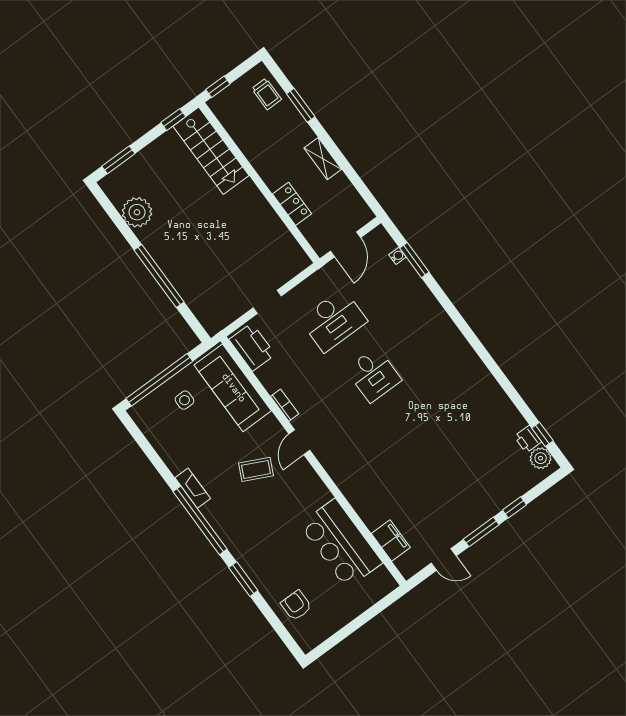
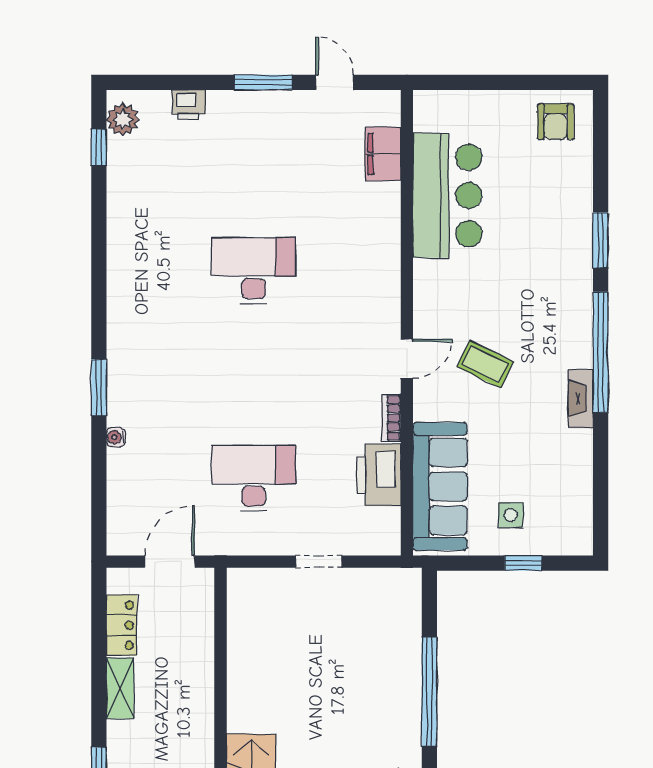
locker: (292, 204) -> (122, 625), moved, turned 180
water cooler: (397, 256) -> (116, 437), moved
window: (414, 260) -> (99, 387), moved
printer: (252, 347) -> (379, 475), moved
desk: (374, 375) -> (254, 271), moved, width x1.37
window: (159, 380) -> (523, 563), width x0.32
printer: (528, 439) -> (189, 105), moved, turned 90
window: (515, 507) -> (200, 82), removed
armchair: (296, 605) -> (556, 122), moved

